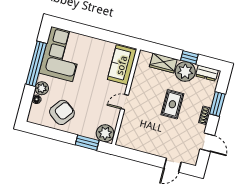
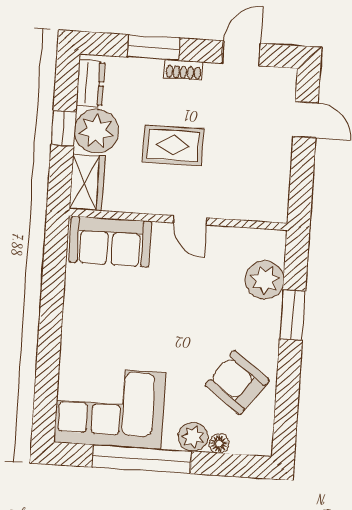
sofa: (122, 65) -> (110, 242), moved
wall: (126, 97) -> (178, 220), moved
door: (125, 102) -> (190, 220), moved

